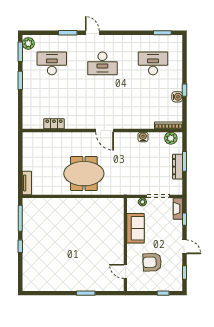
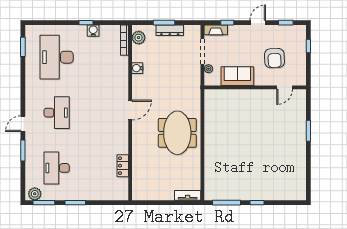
desk: (153, 63) -> (57, 57), width x1.36, depth x1.30

